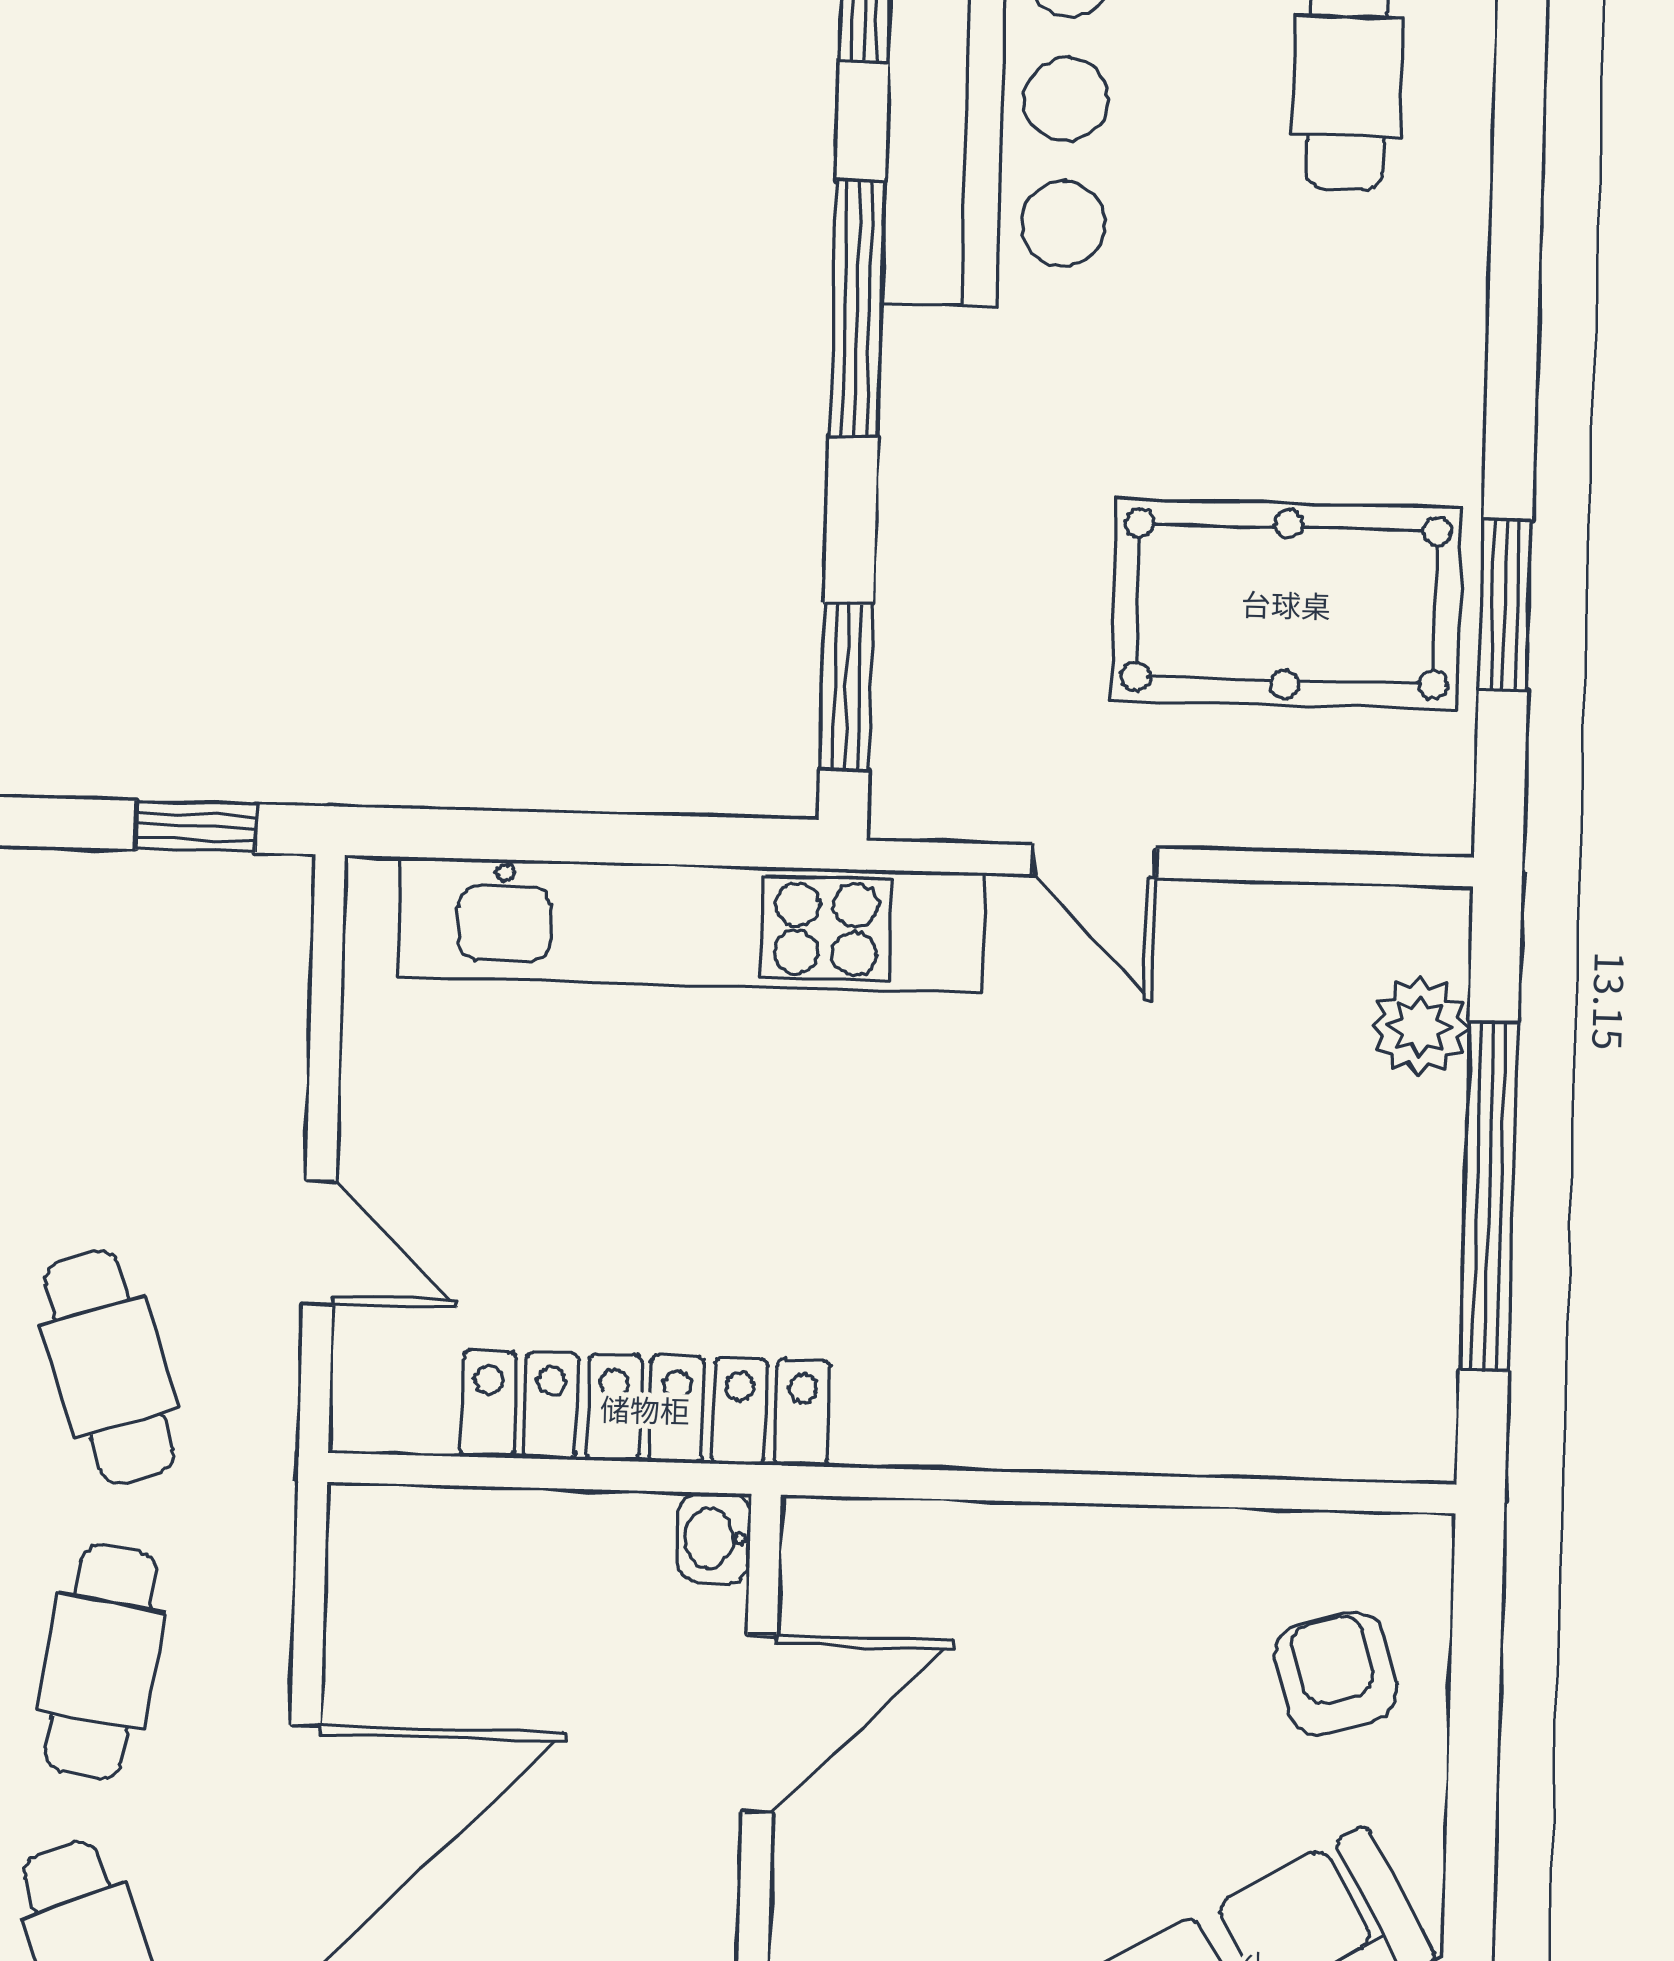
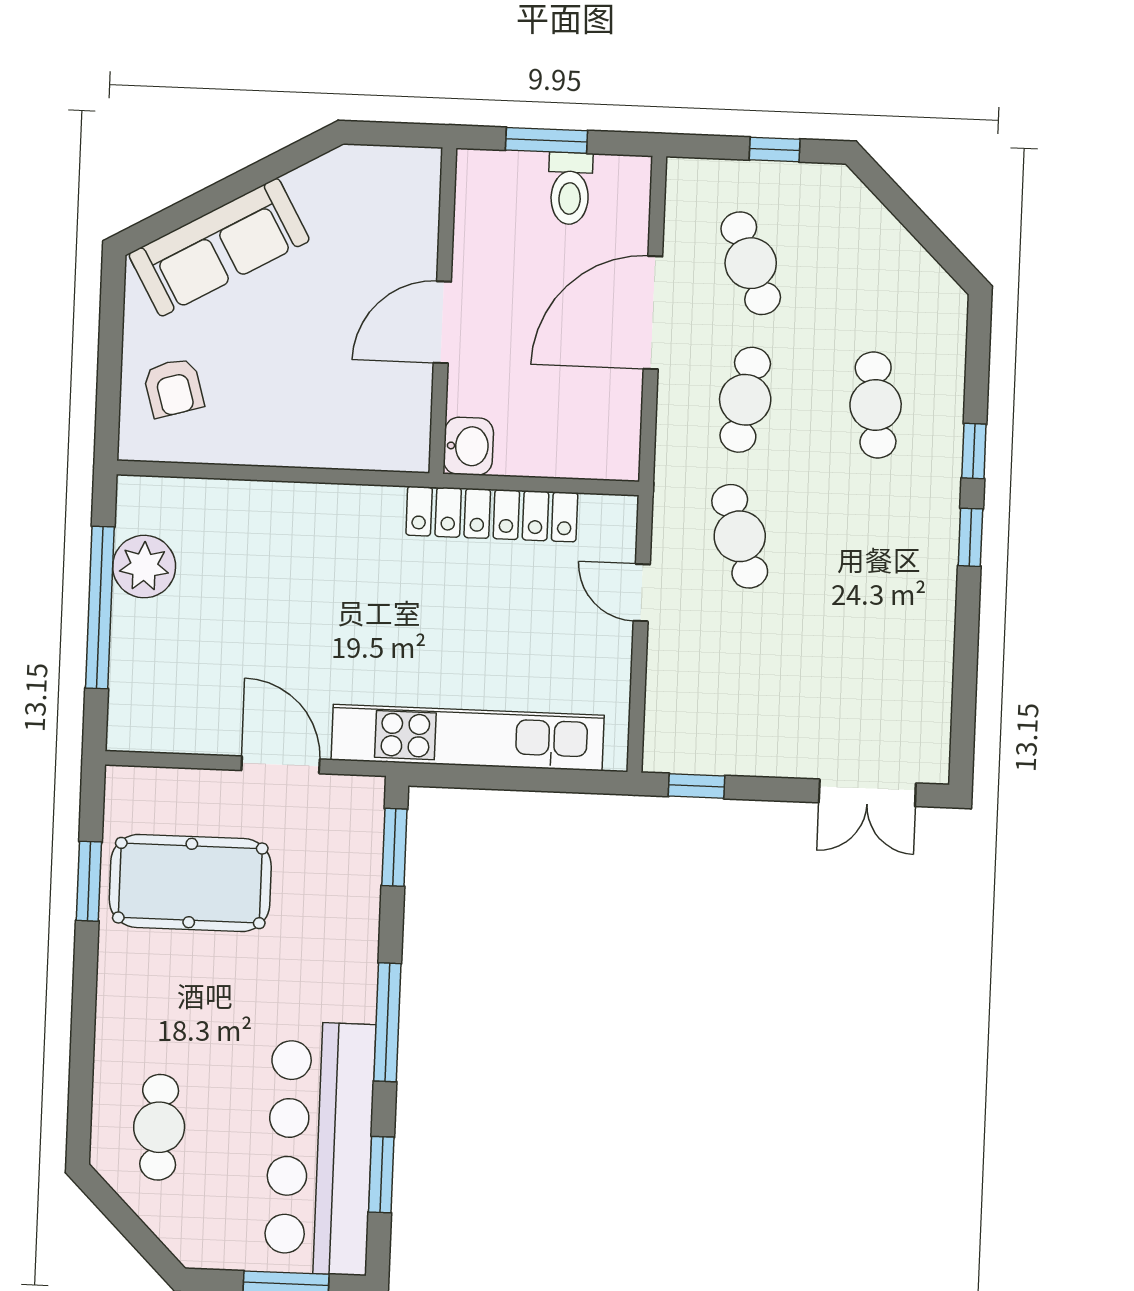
door: (1095, 861) -> (281, 765), width x1.37
plant: (1420, 1026) -> (144, 567), moved, width x1.36, depth x1.36
washbasin: (714, 1538) -> (468, 446), width x1.38, depth x1.45
door: (760, 1724) -> (442, 322), moved

